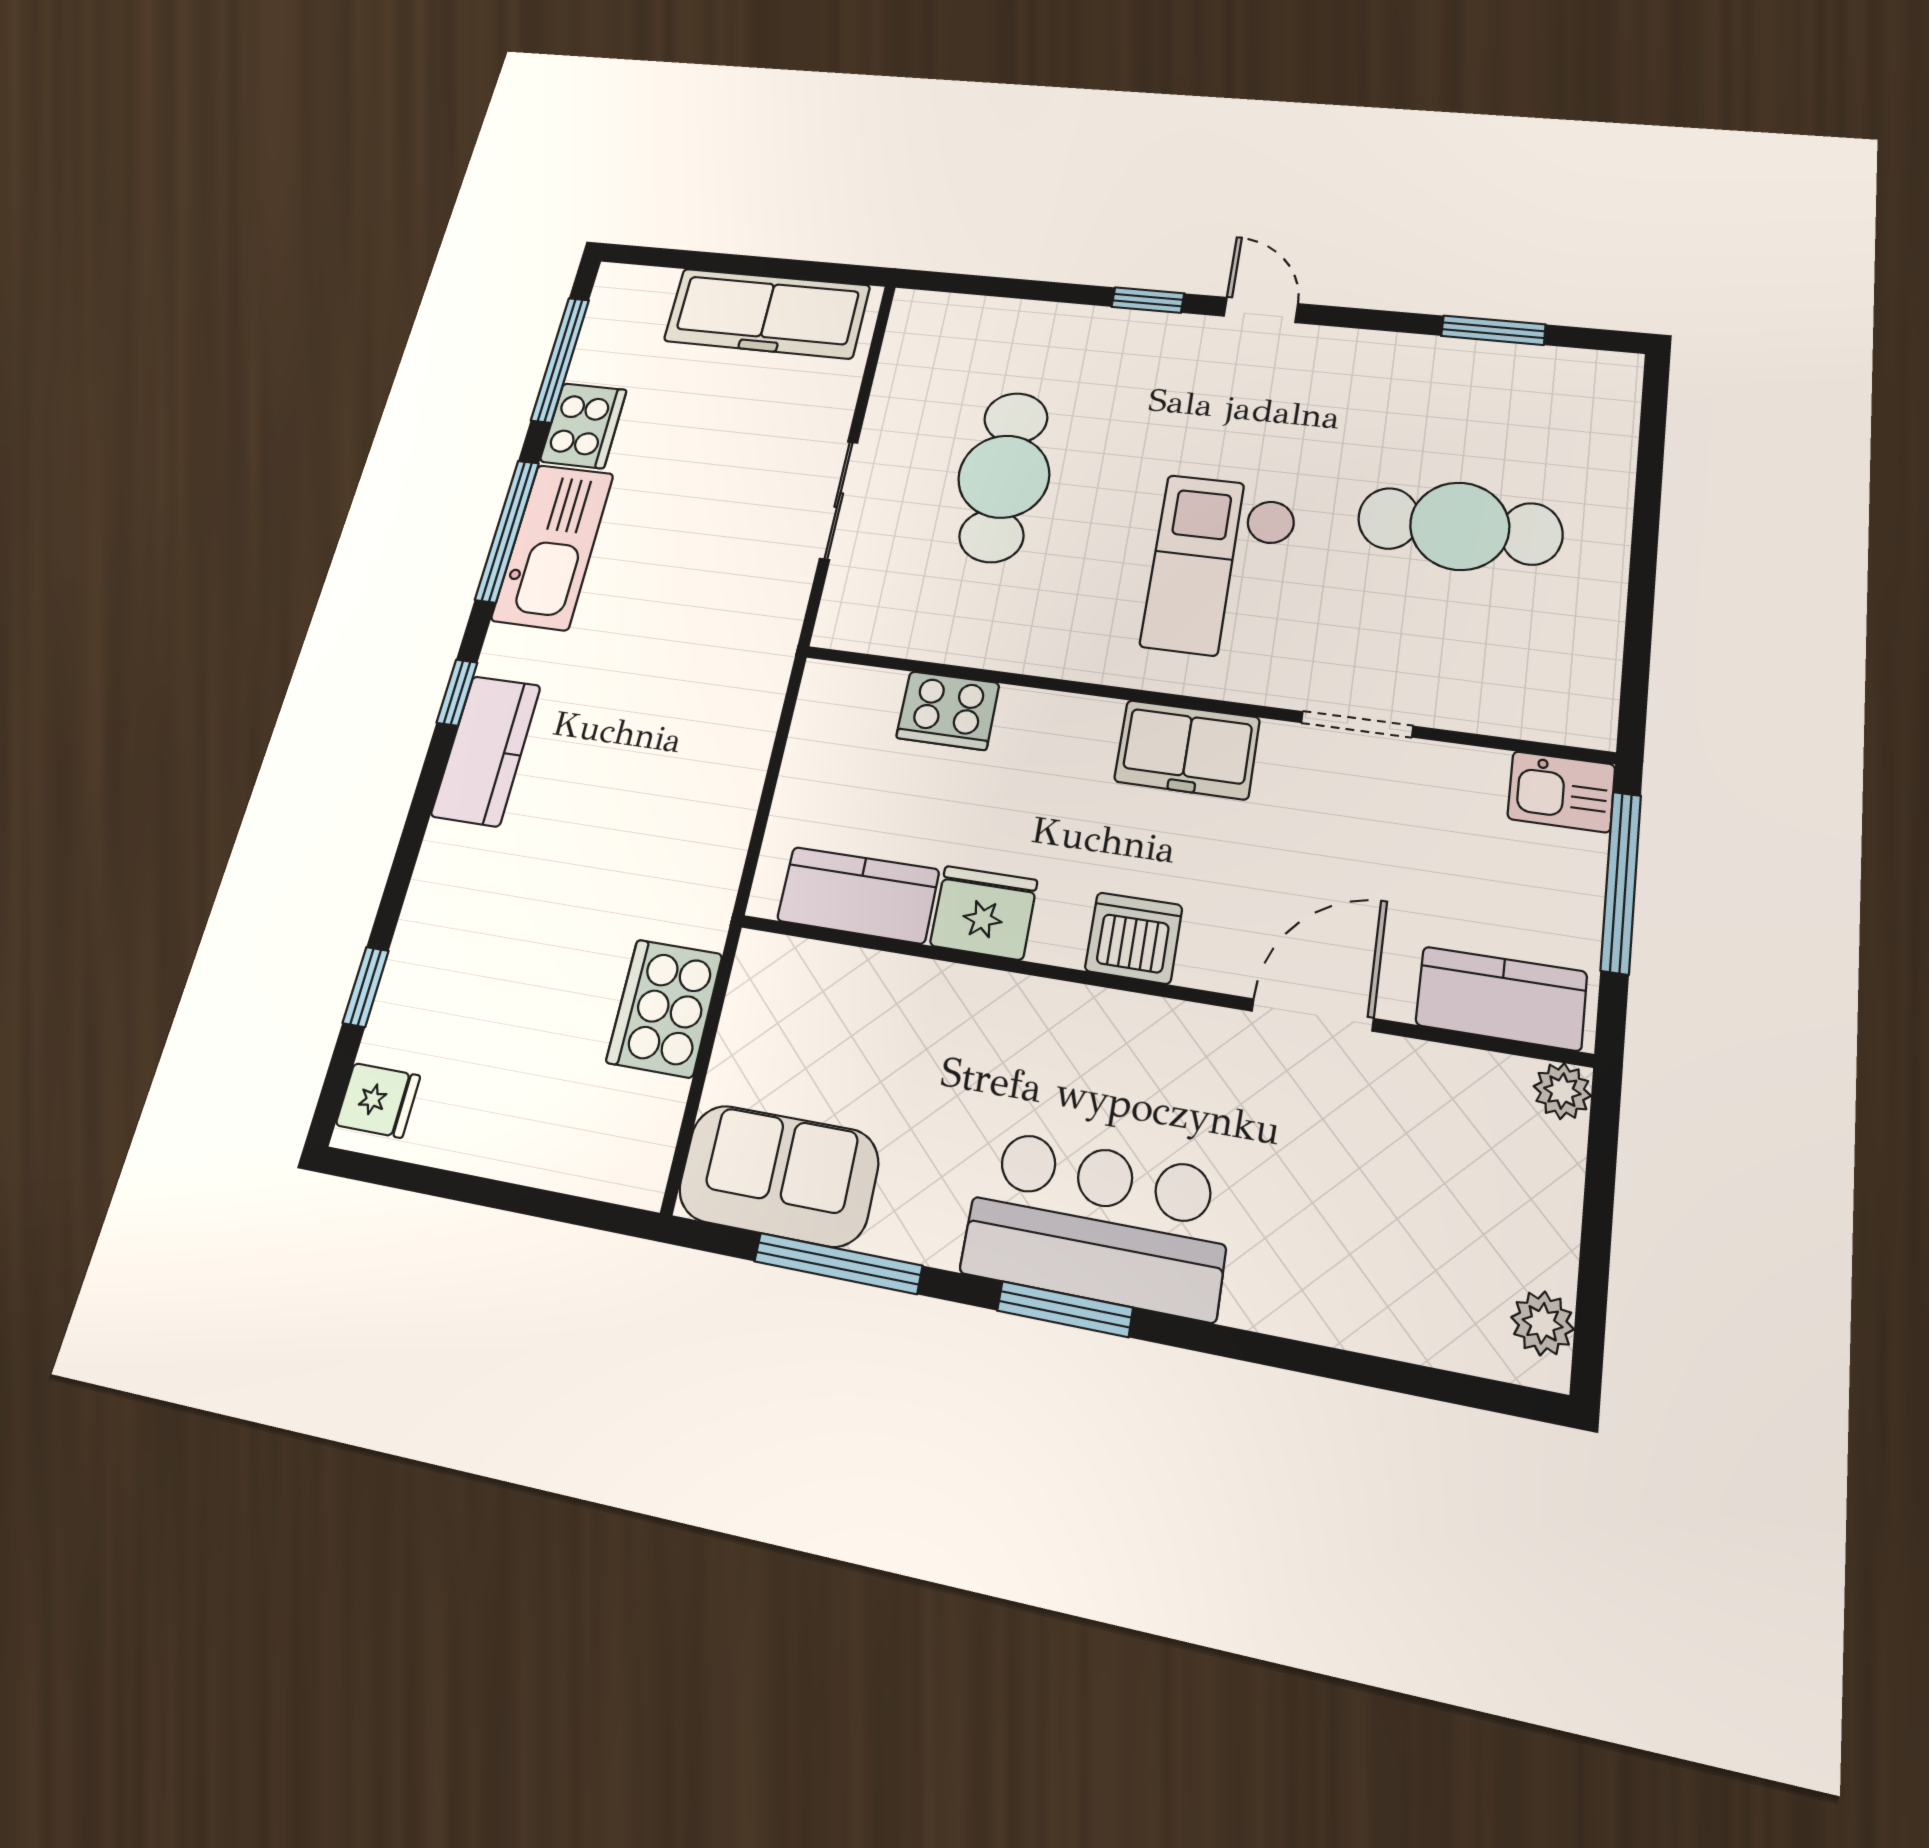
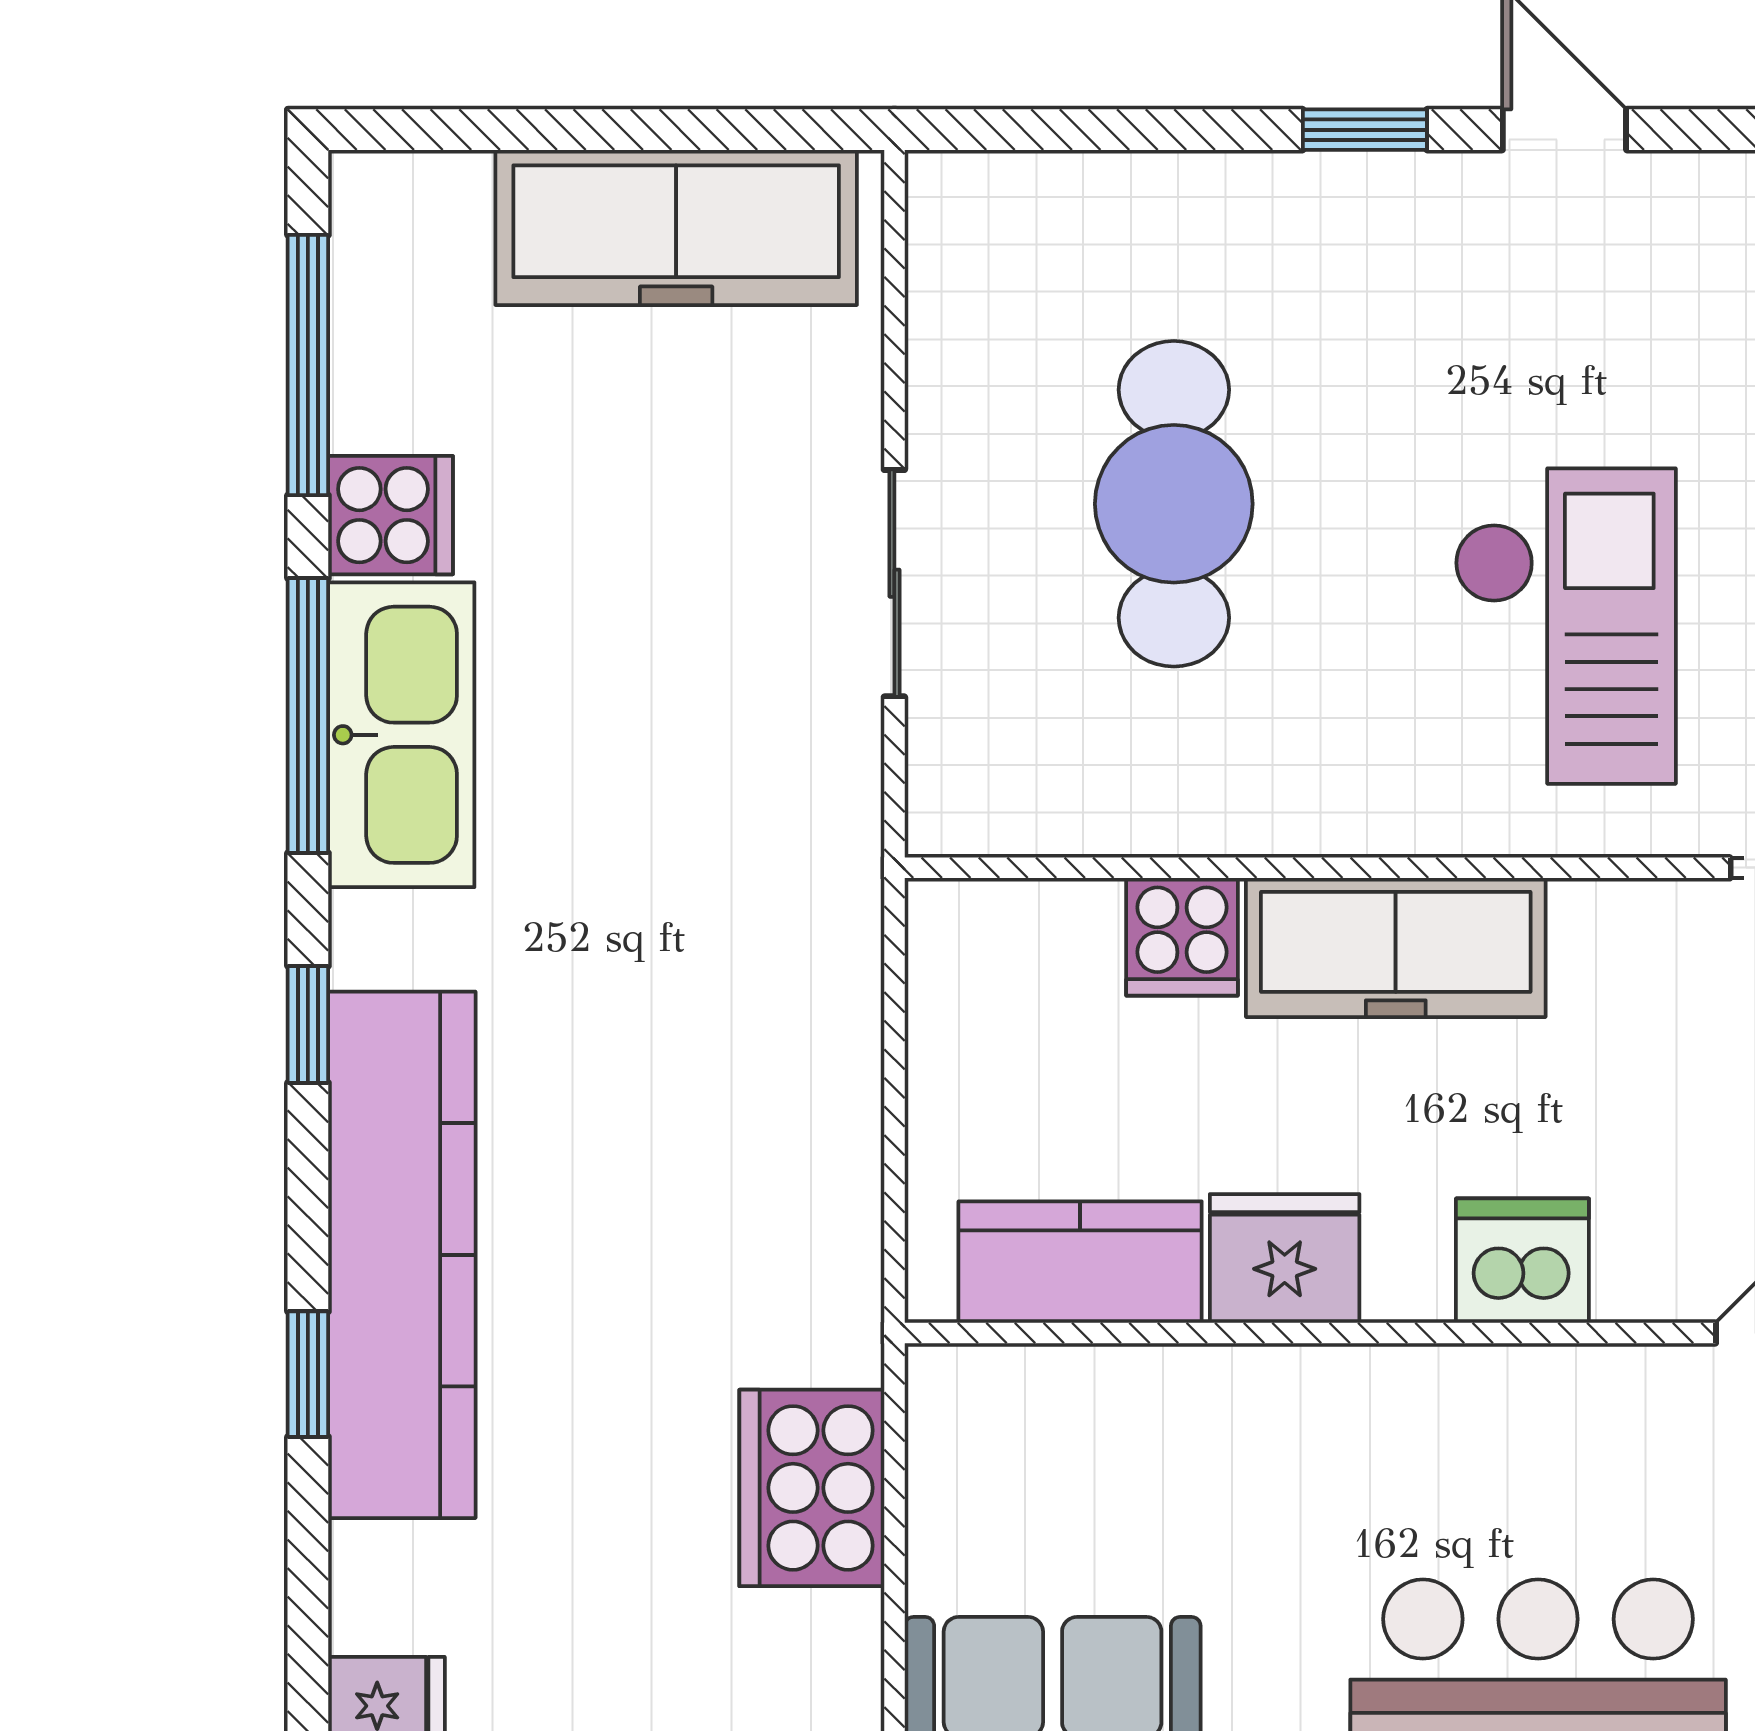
cooker: (583, 426) -> (391, 515), width x0.73
checkout: (1220, 567) -> (1565, 626), turned 180
cooker: (948, 710) -> (1182, 937), width x0.73
freezer: (1187, 749) -> (1396, 947), moved, width x1.40
kitchen counter: (486, 750) -> (402, 1255), width x2.08, depth x1.17
window: (366, 987) -> (308, 1374), moved

